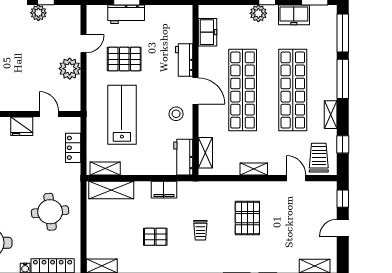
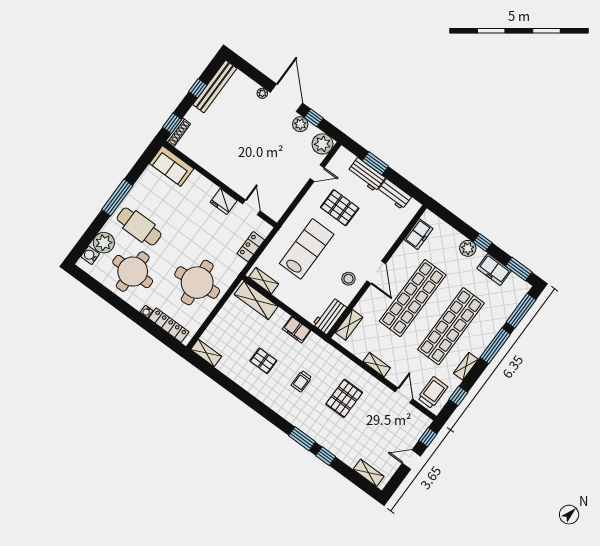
workbench: (184, 60) -> (394, 194), moved, turned -90
plant: (70, 69) -> (322, 144), moved
round table: (50, 212) -> (197, 283), width x1.36, depth x1.36

